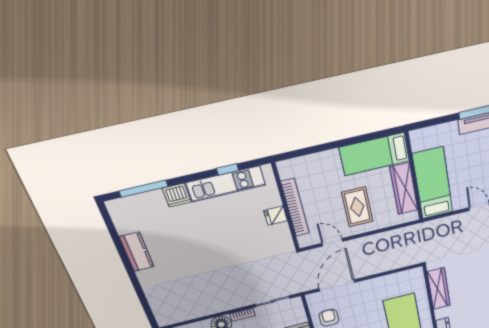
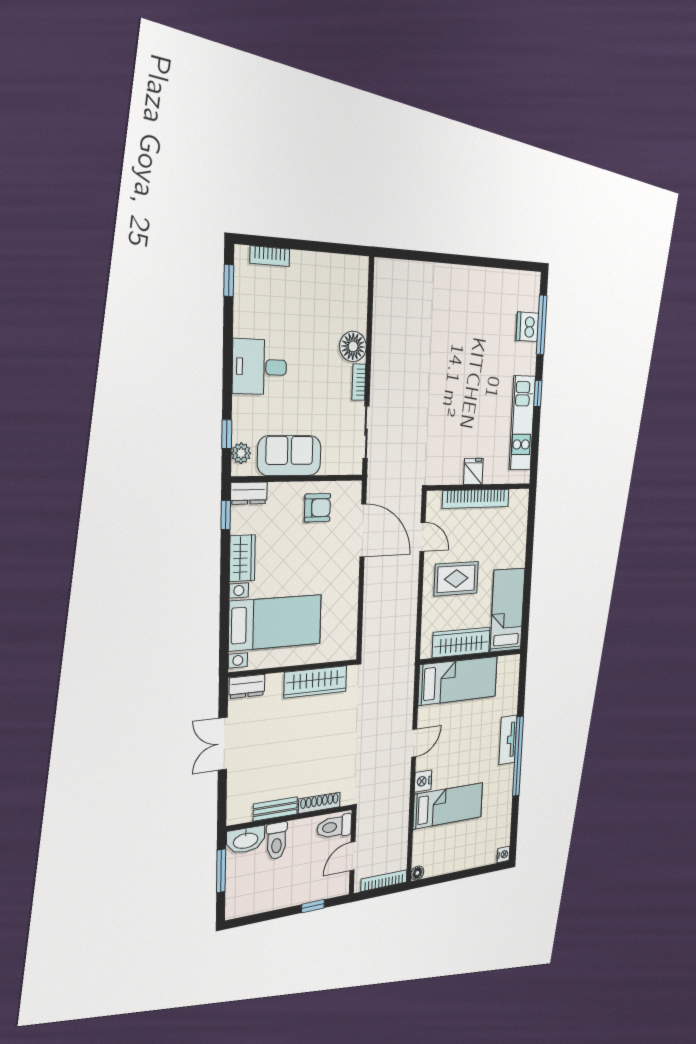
window: (228, 169) -> (538, 394), moved
dishwasher: (177, 195) -> (527, 327), moved
door: (332, 242) -> (422, 537), hinge flipped
kitchen counter: (137, 252) -> (479, 280), removed

